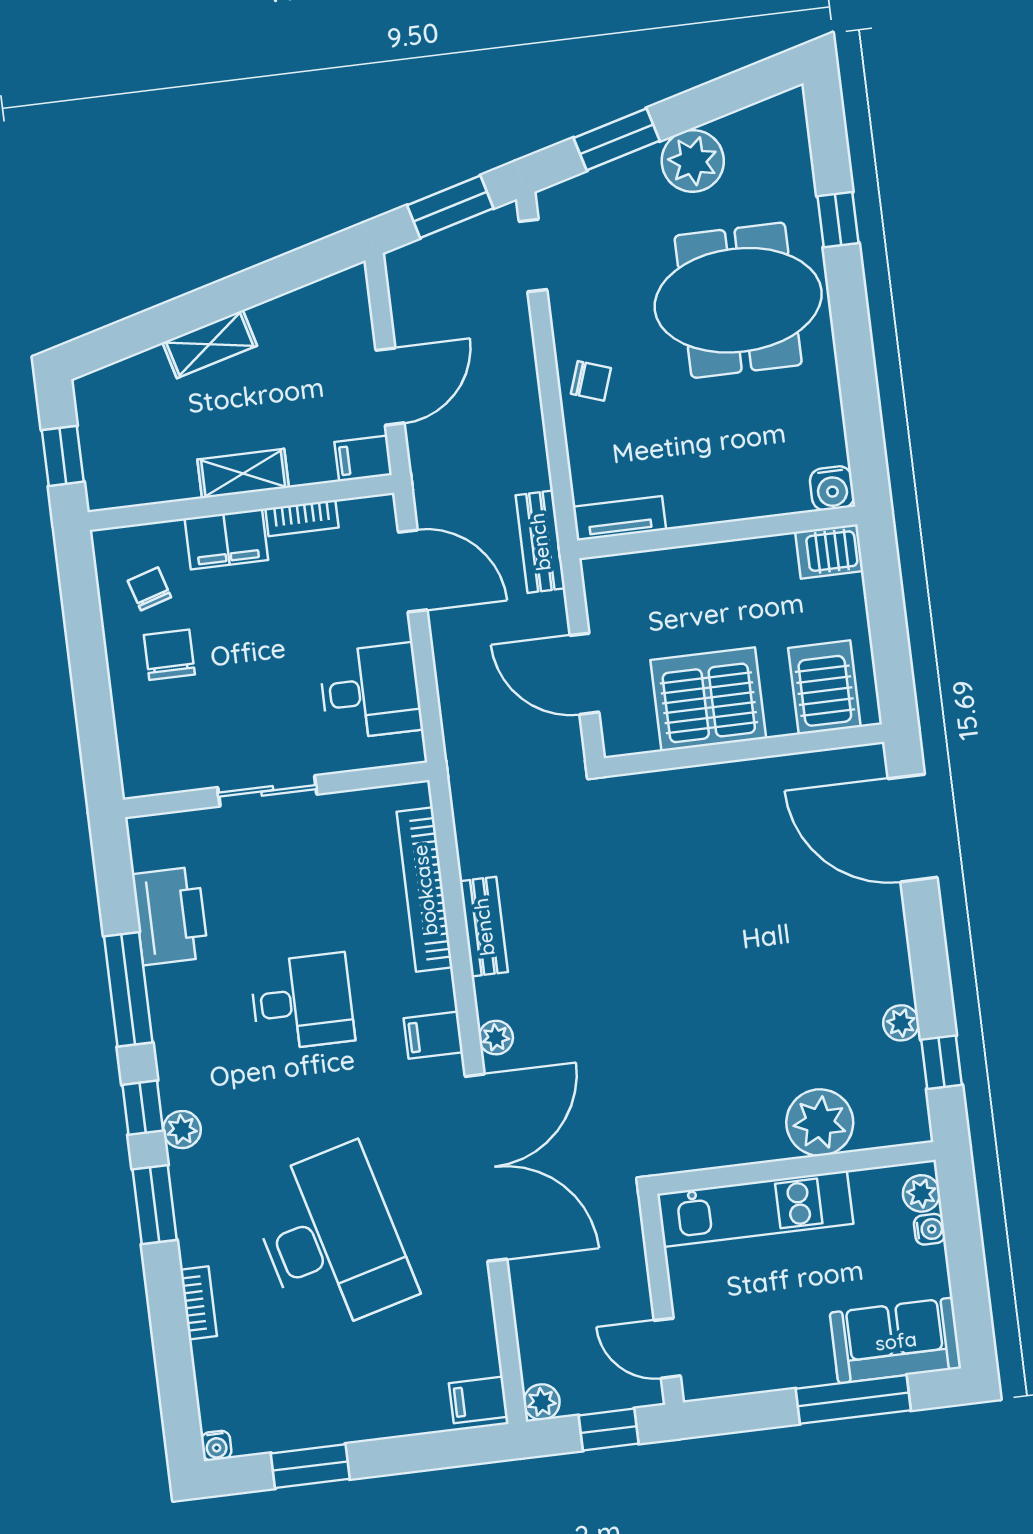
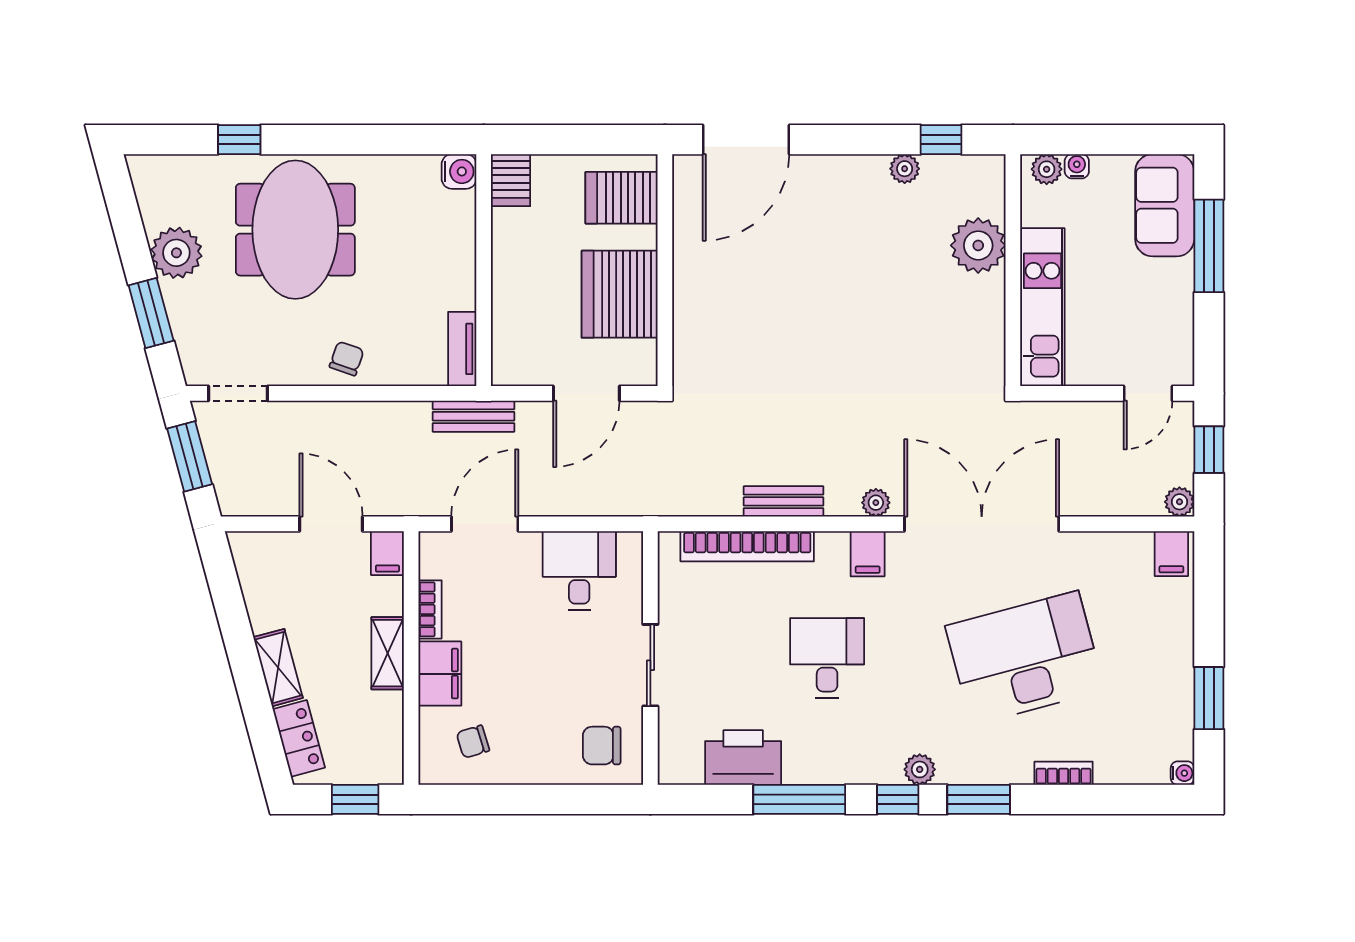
locker: (128, 379) -> (299, 738), added
chair: (169, 655) -> (602, 746), moved

